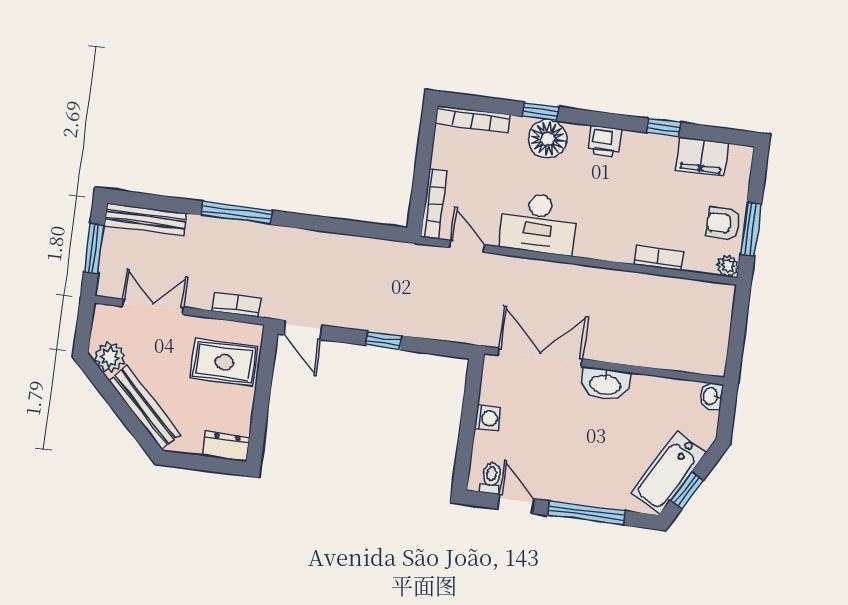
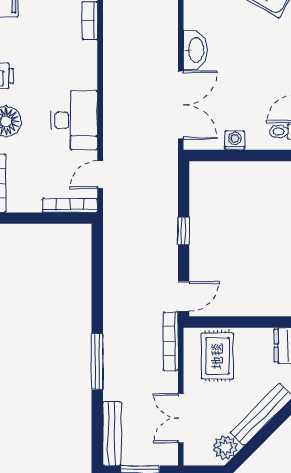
bookcase: (237, 305) -> (171, 341), width x1.56
double door: (540, 357) -> (181, 105), swing flipped

